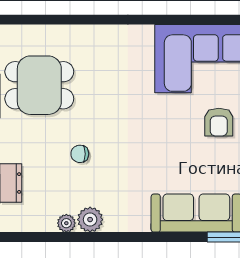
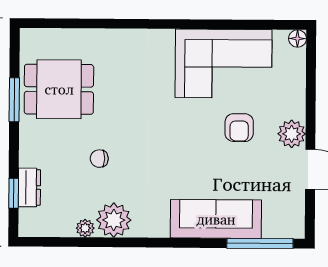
plant: (90, 220) -> (114, 220), width x1.36, depth x1.36

